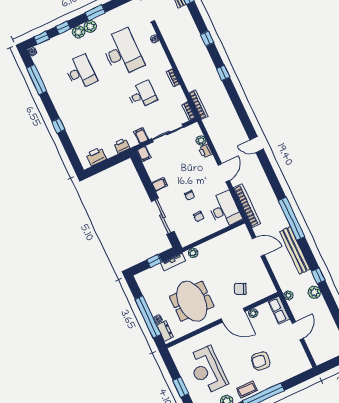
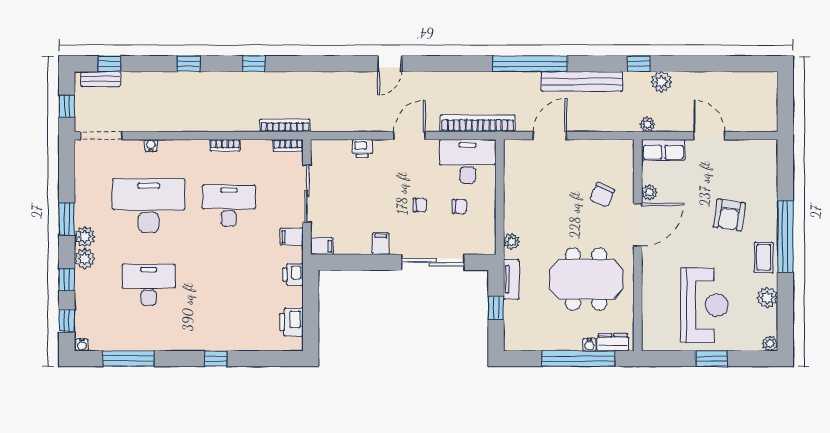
desk: (142, 95) -> (229, 206), width x1.37
plant: (201, 141) -> (343, 147), removed
door: (224, 173) -> (409, 136), hinge flipped
reception desk: (207, 370) -> (704, 305), turned -90

